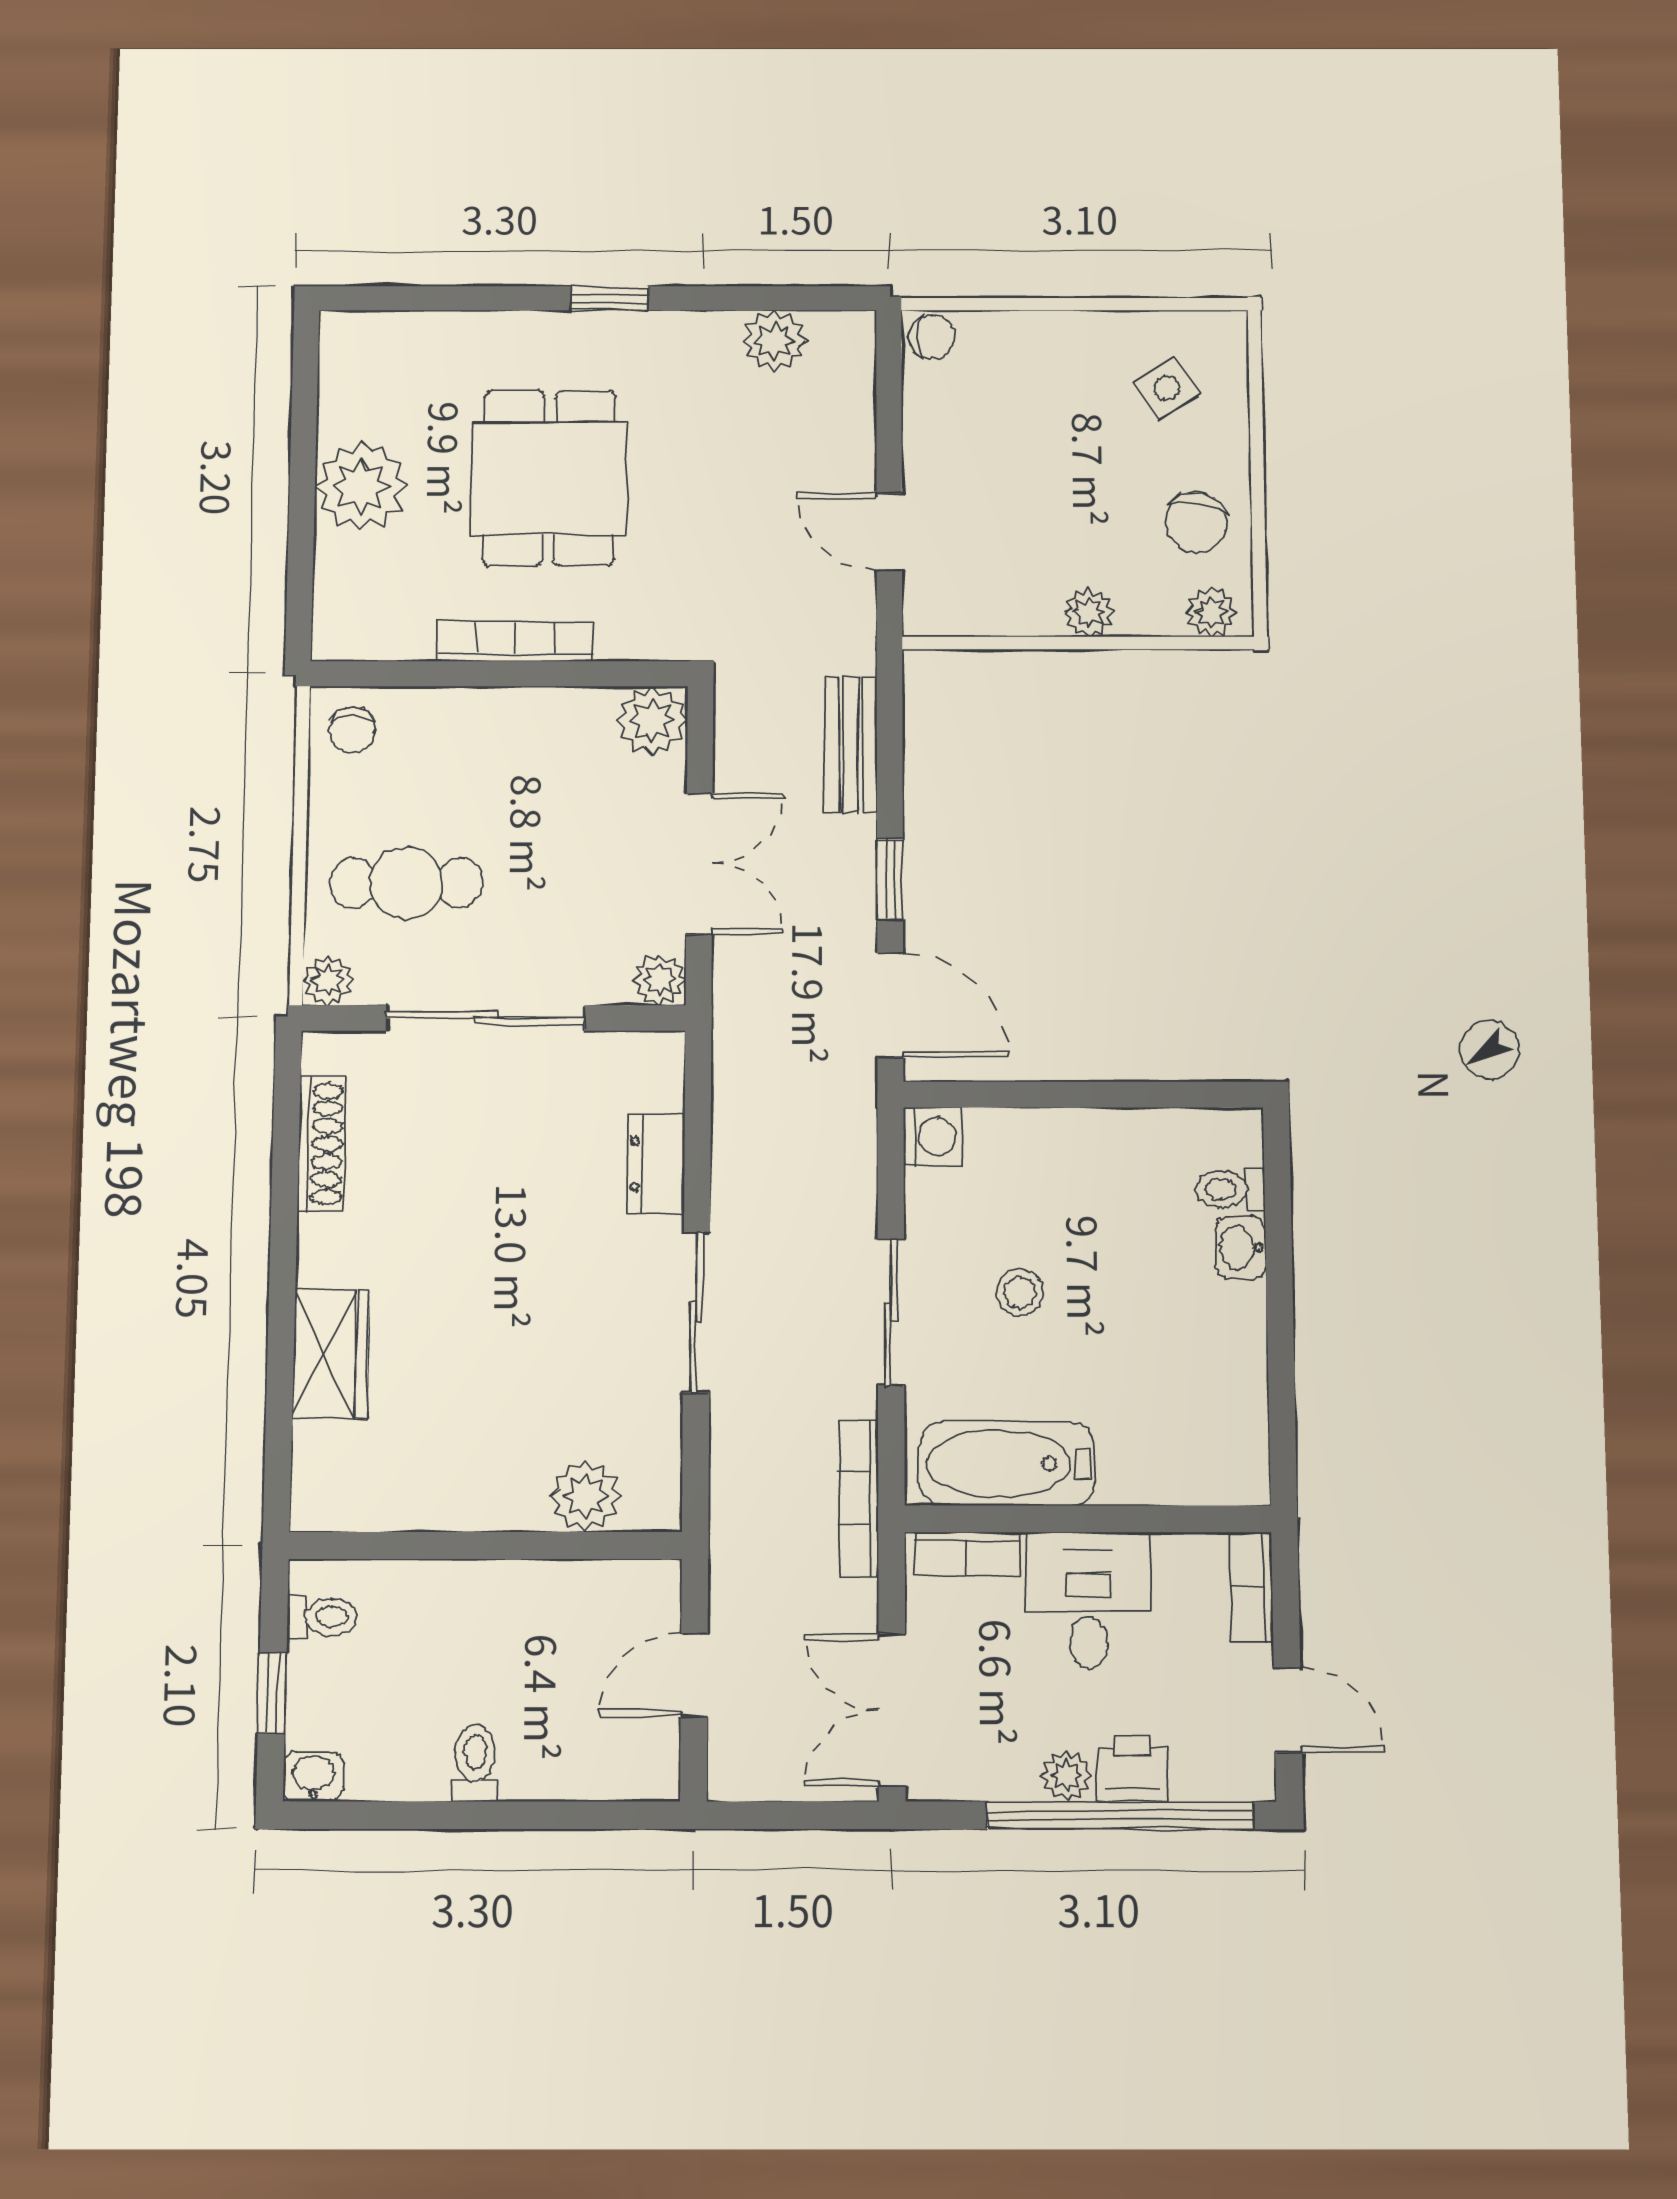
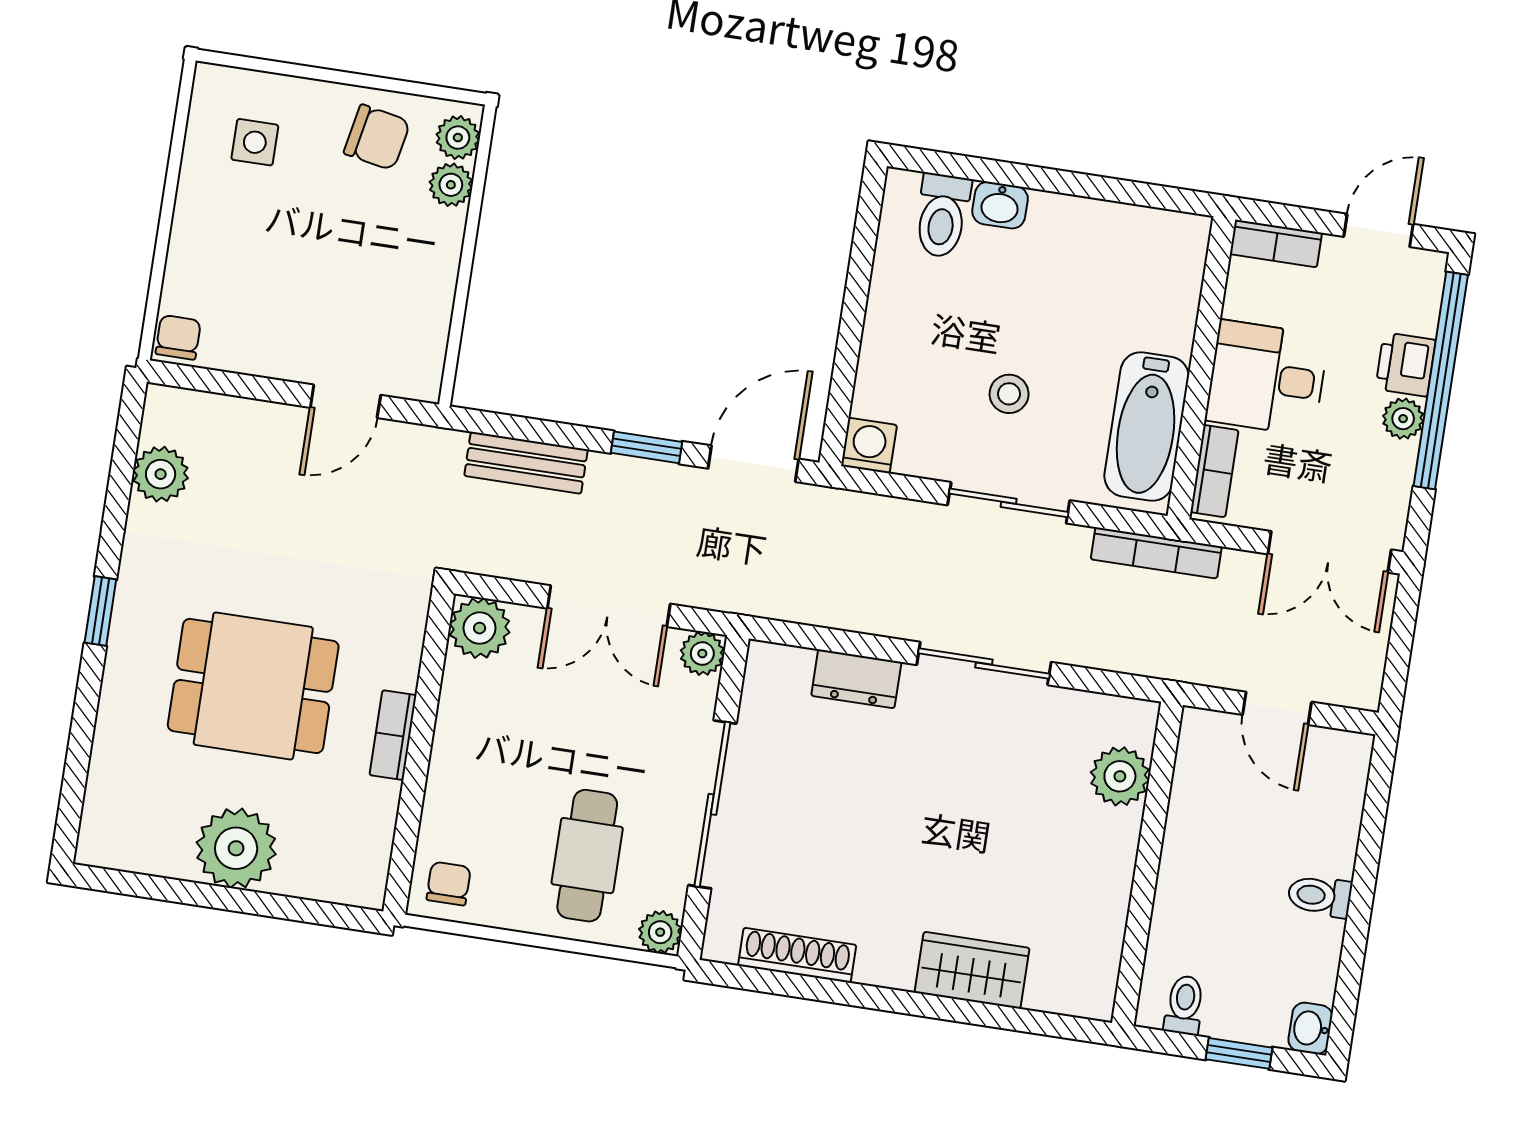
side table: (1167, 388) -> (255, 142), turned 33
plant: (1089, 612) -> (451, 185), moved
bookcase: (515, 642) -> (393, 735), width x0.64
chair: (353, 730) -> (449, 884), turned -90
double door: (699, 864) -> (609, 606), swing flipped
toilet: (1230, 1189) -> (942, 216), width x1.37, depth x1.39

